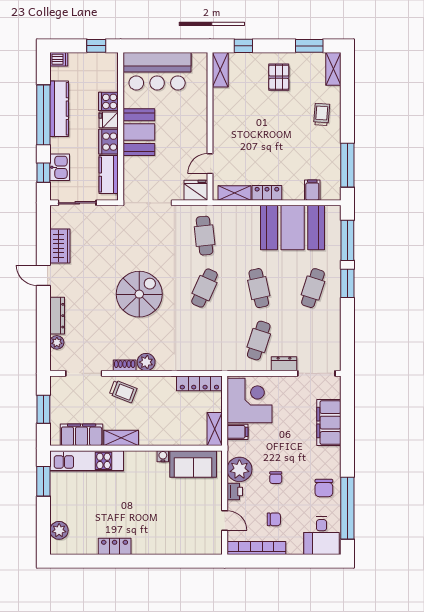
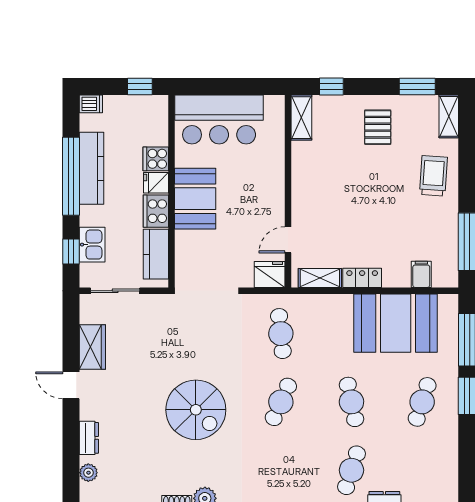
trolley: (322, 115) -> (433, 176), width x1.36, depth x1.39
spiral stairs: (139, 294) -> (196, 410), turned 90
dresser: (57, 316) -> (89, 438), width x0.70

